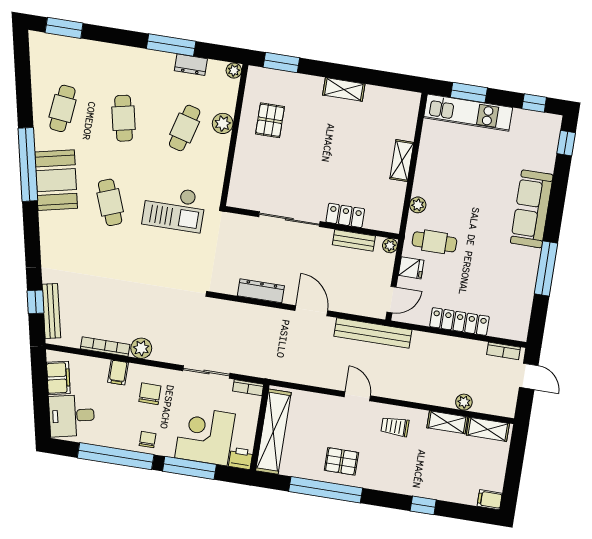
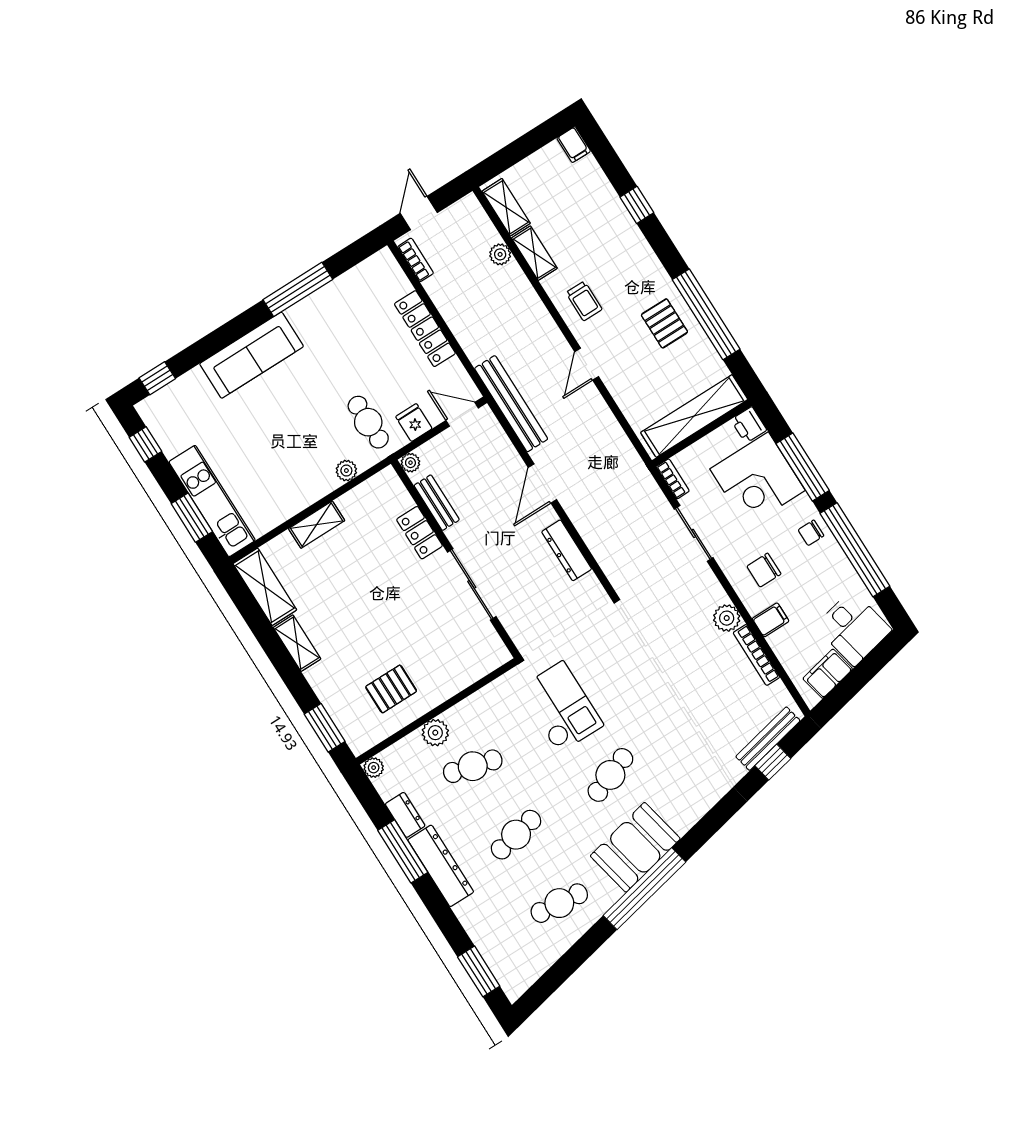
dresser: (144, 59) -> (441, 866), added
shelving: (392, 99) -> (265, 587), added

